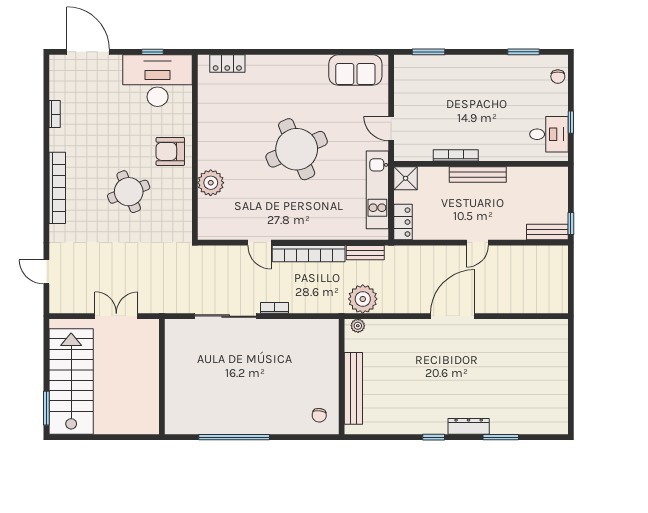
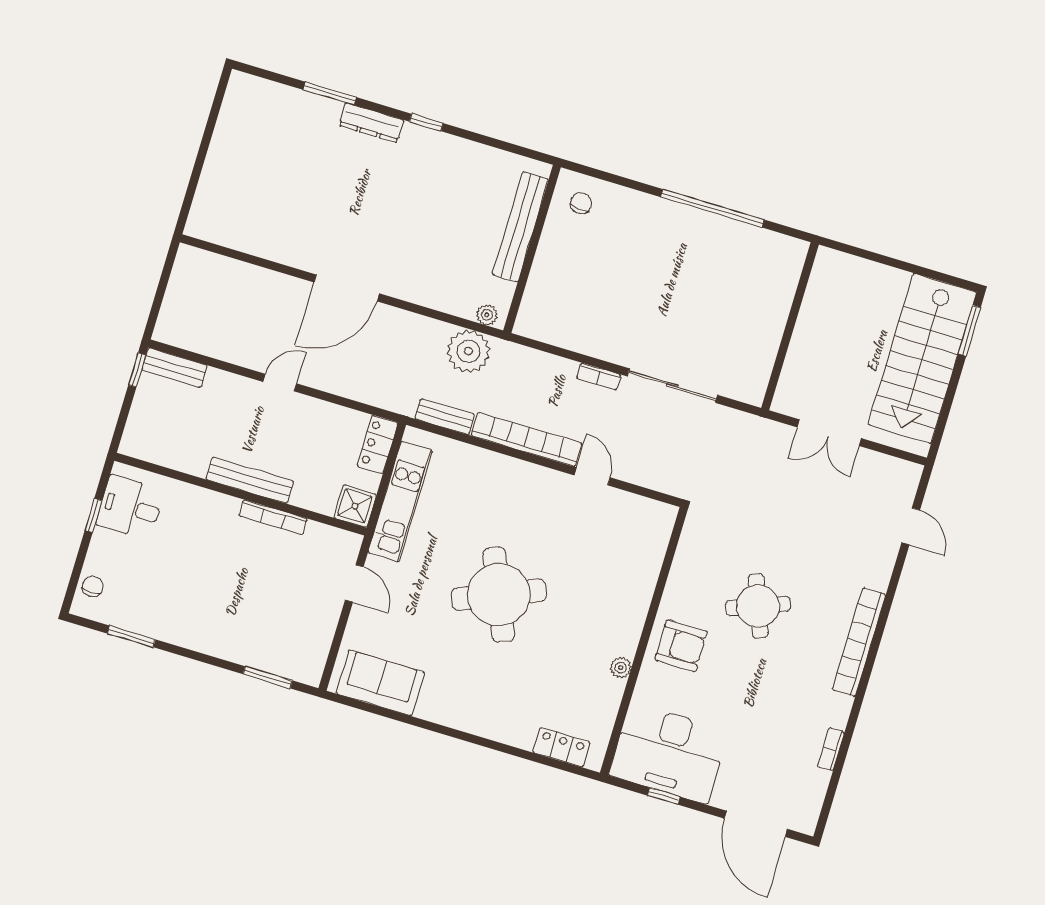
plant: (211, 183) -> (621, 668), moved, width x0.53, depth x0.53

